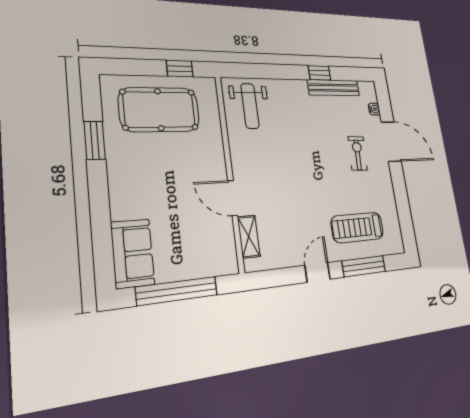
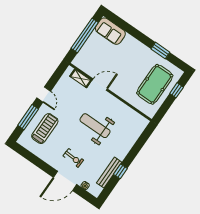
window: (180, 69) -> (177, 90), moved
weight bench: (250, 106) -> (95, 126), moved, width x1.36, depth x1.33

